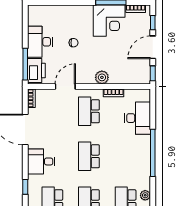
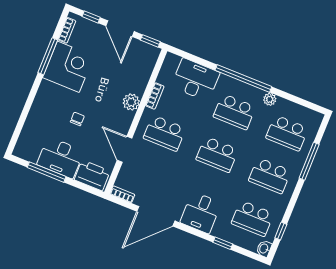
window: (25, 64) -> (47, 172), moved
school desk: (126, 156) -> (234, 112), added
plant: (145, 195) -> (270, 99), moved

